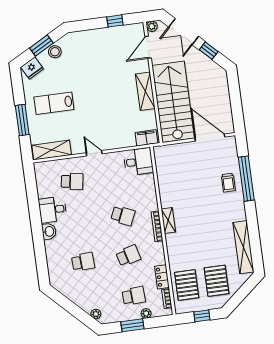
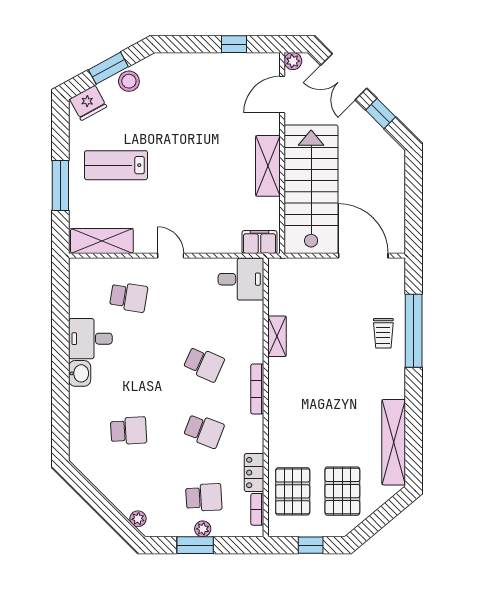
shelving: (168, 220) -> (277, 336), moved
school desk: (128, 256) -> (204, 431), turned 36
plant: (146, 313) -> (203, 529), moved

